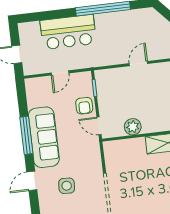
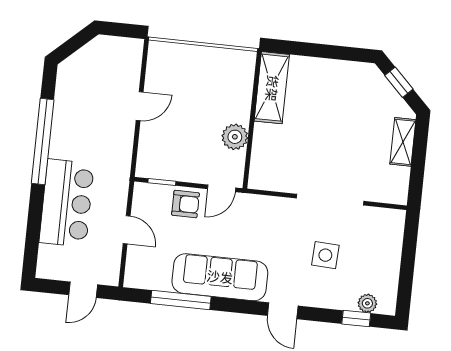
door: (138, 64) -> (140, 106), swing flipped
window: (26, 135) -> (181, 300), moved
side table: (67, 186) -> (325, 255), moved

